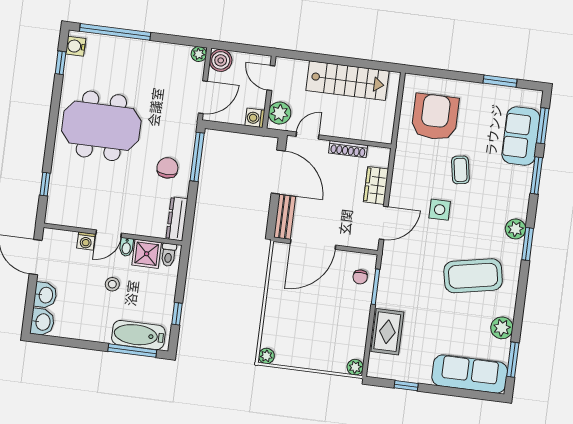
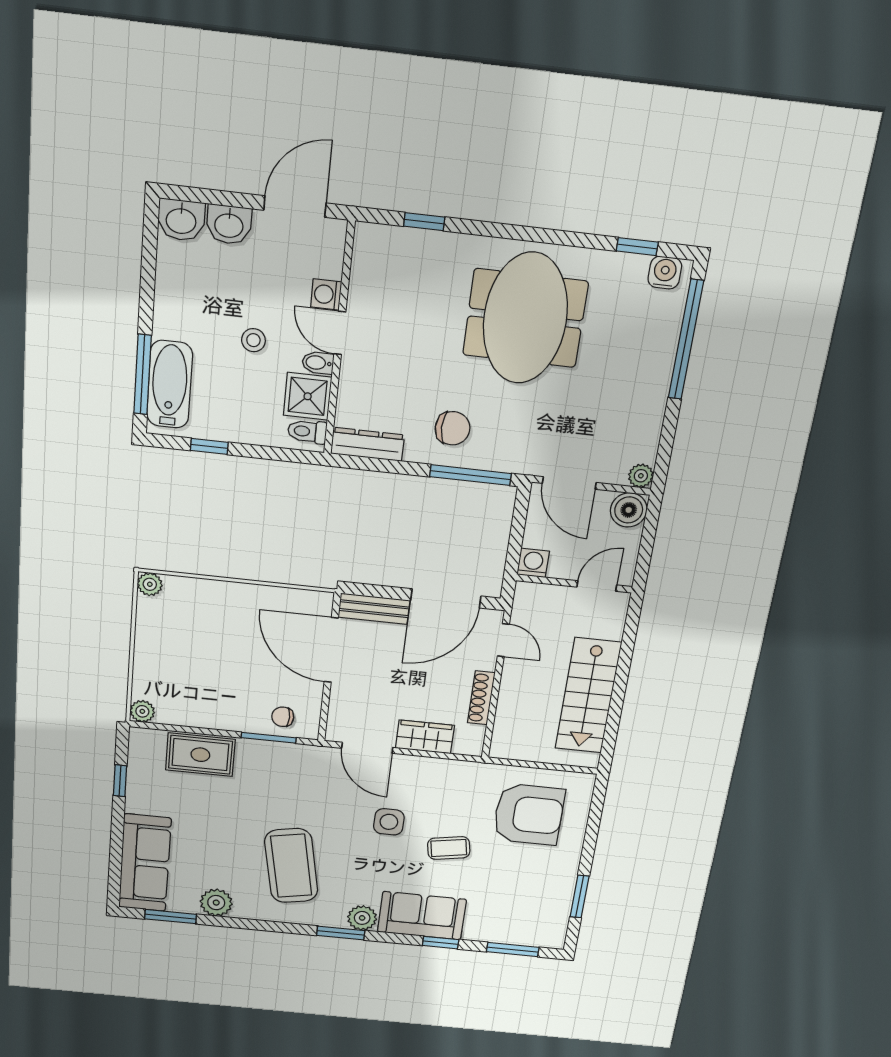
plant: (280, 113) -> (540, 599), removed
sofa: (521, 136) -> (422, 916), moved
window: (536, 175) -> (441, 943), width x0.67

